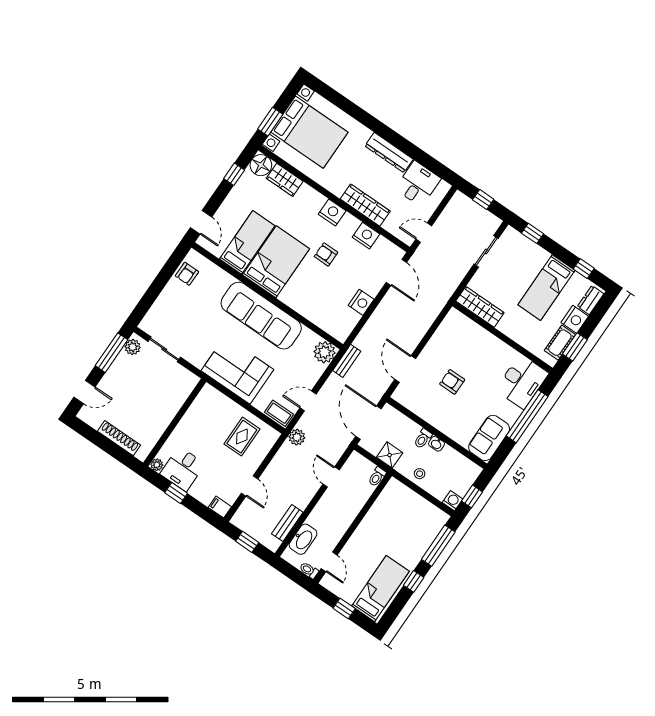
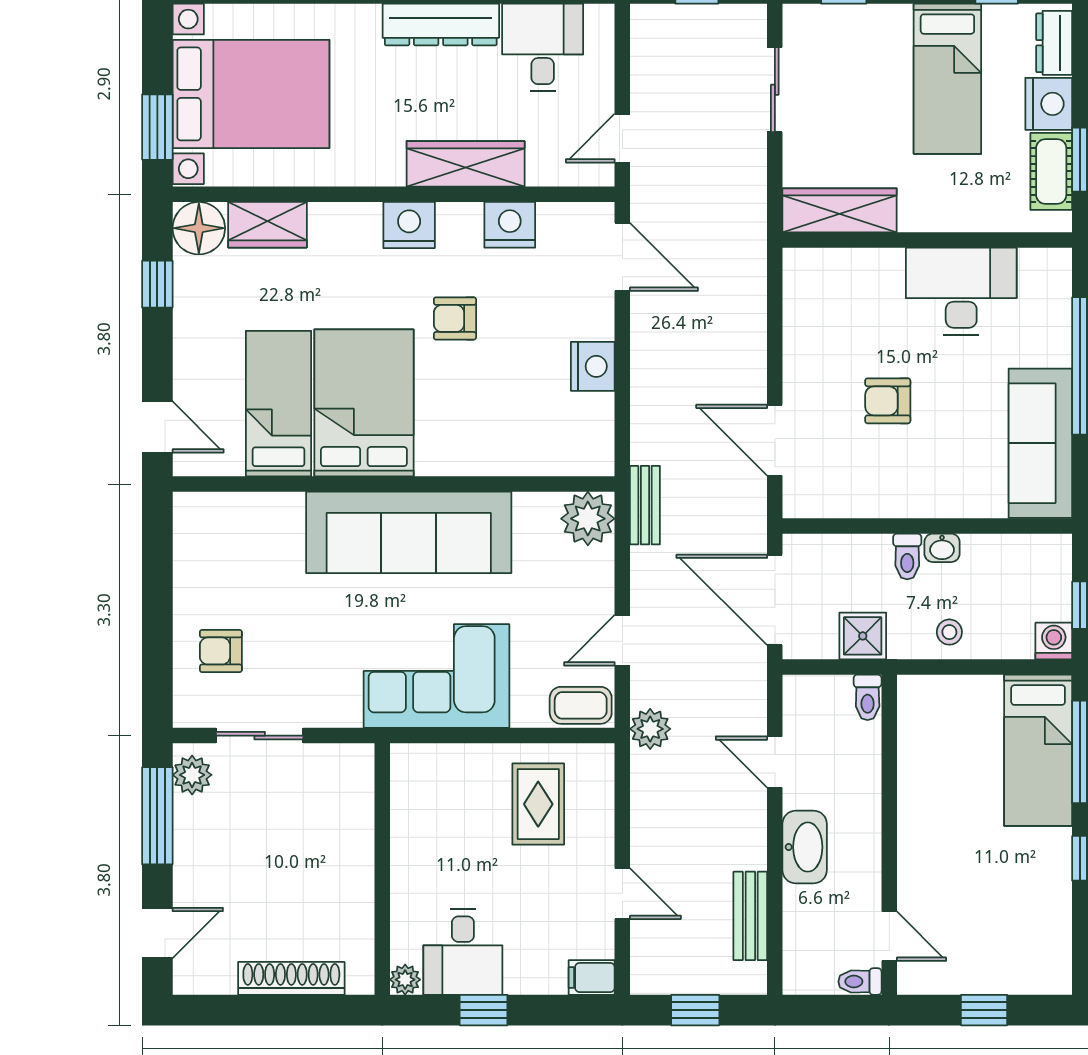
armchair: (187, 274) -> (221, 651), moved, turned 90
desk: (522, 382) -> (961, 291), moved, turned -90
sofa: (489, 438) -> (1040, 443), width x1.36
washbasin: (303, 539) -> (805, 847), moved
bed: (380, 589) -> (1038, 750), moved, turned 180

